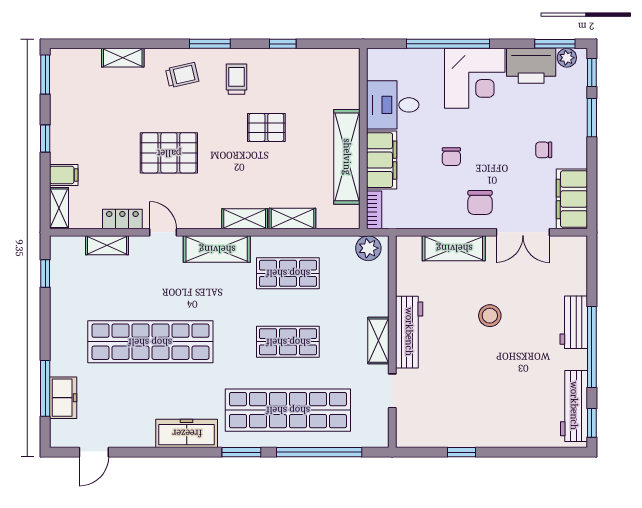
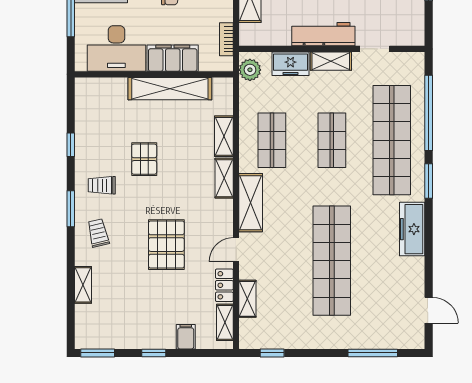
desk: (393, 105) -> (116, 49), width x1.37
shelving: (59, 208) -> (225, 322), moved, turned 90
bookcase: (374, 210) -> (226, 39), moved, turned -90
freezer: (63, 398) -> (290, 64), moved, turned 180

